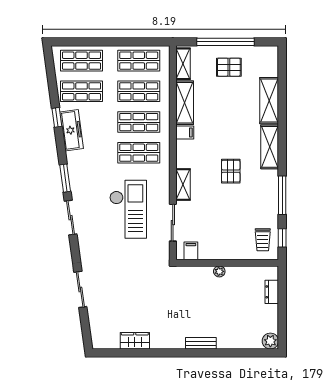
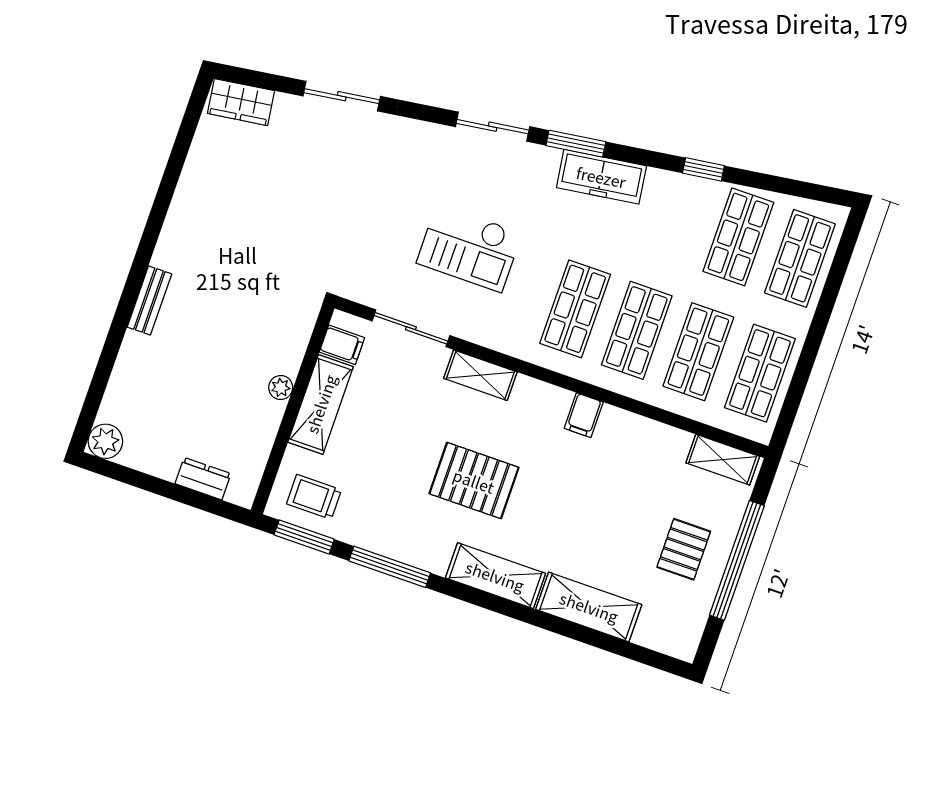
shelving: (185, 103) -> (321, 404), moved, turned 90
freezer: (72, 130) -> (601, 177), moved
pallet: (231, 171) -> (474, 481), width x1.50, depth x1.42
checkout: (128, 209) -> (469, 248), width x0.73, depth x0.83
window: (282, 238) -> (304, 537), width x1.50
wardrobe: (135, 341) -> (241, 102), moved, turned 82

